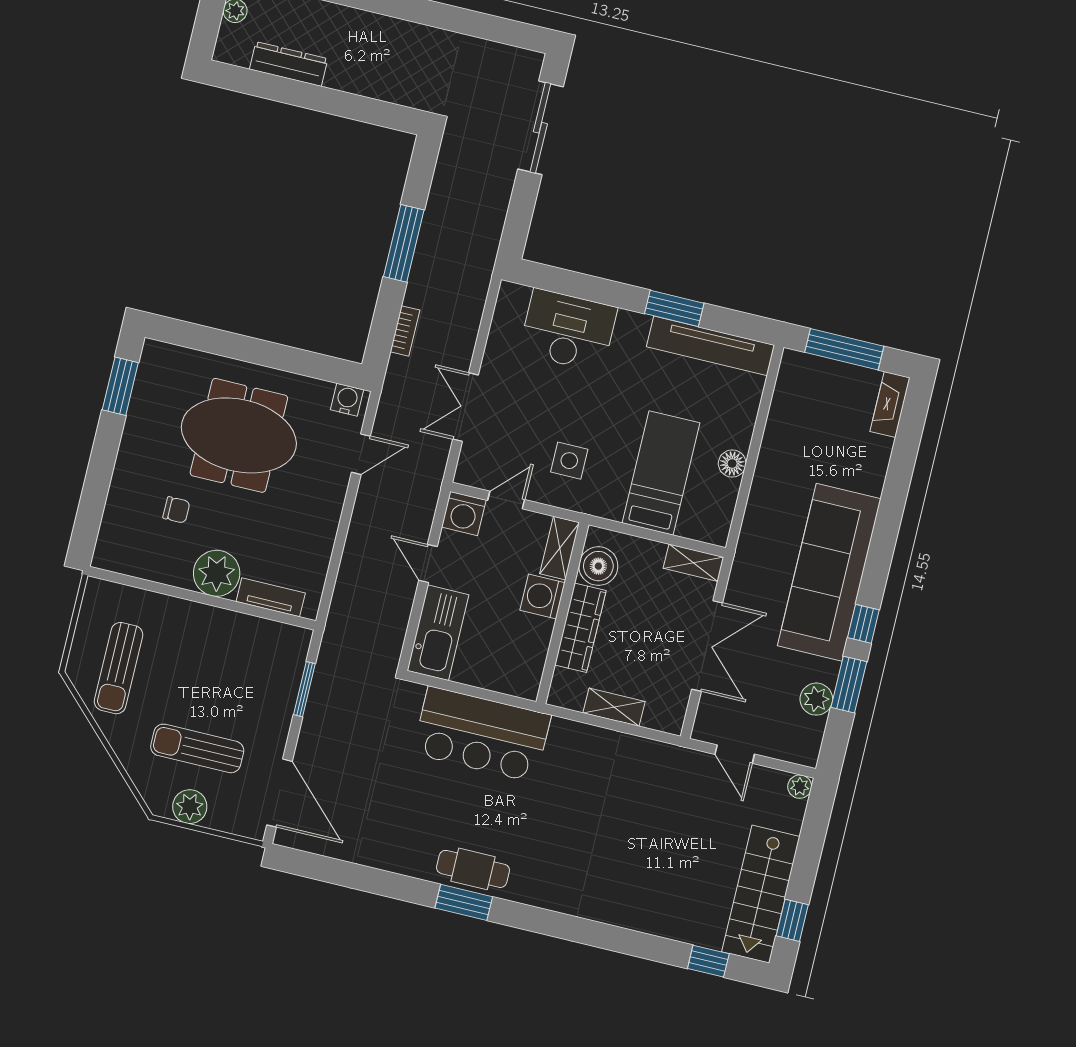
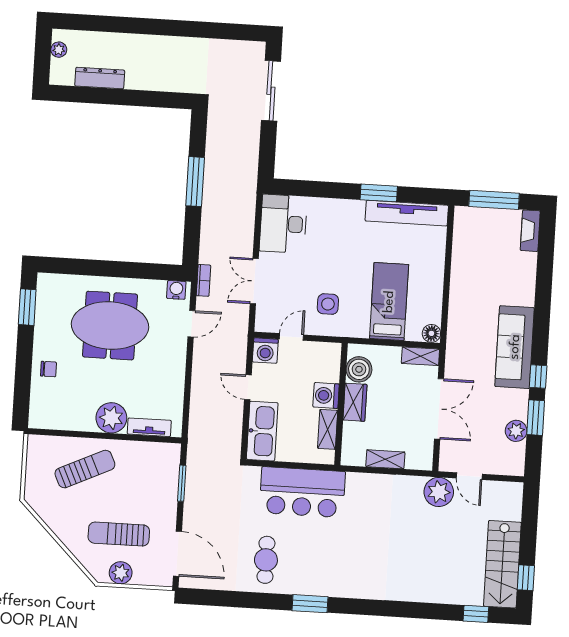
desk: (568, 330) -> (283, 224), moved, turned -90
bookcase: (405, 331) -> (204, 280), moved
floor lamp: (732, 463) -> (431, 333), moved
chair: (176, 510) -> (48, 369), moved
shelving: (560, 548) -> (328, 429), moved
sofa: (829, 572) -> (515, 347), width x0.74, depth x0.79
wardrobe: (580, 628) -> (355, 402), width x0.67
sun lounger: (119, 668) -> (85, 469), moved, turned -115
plant: (800, 787) -> (439, 492), moved, width x1.88, depth x1.88
cafe table: (473, 869) -> (266, 560), moved, turned 90

